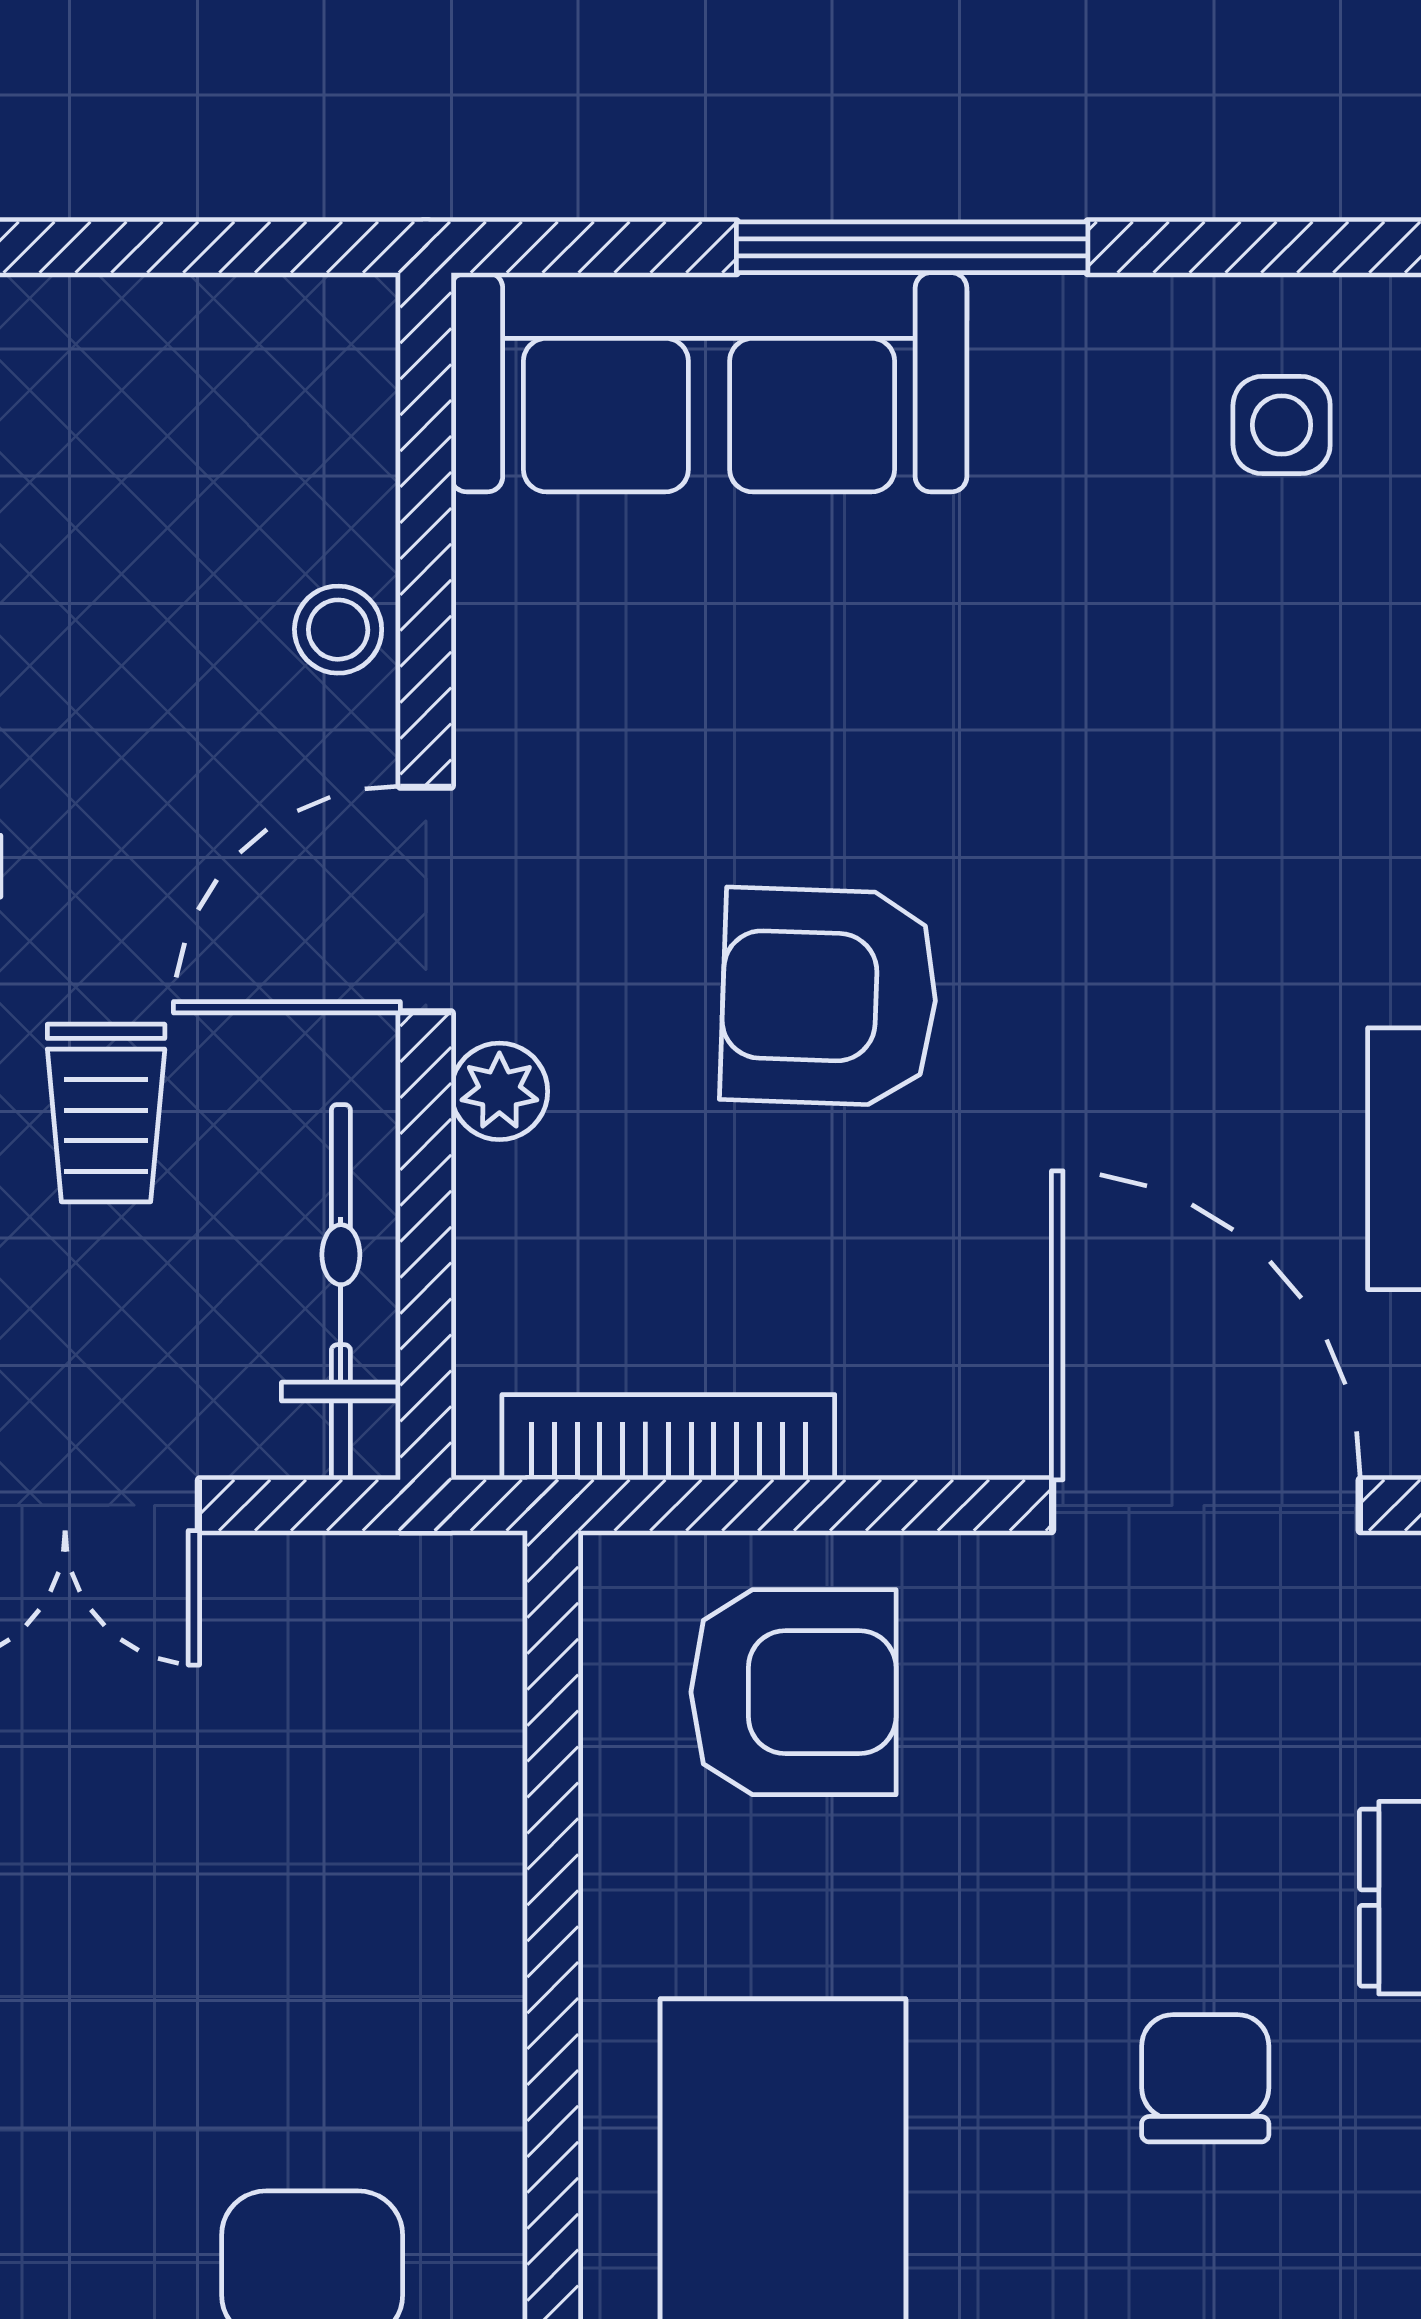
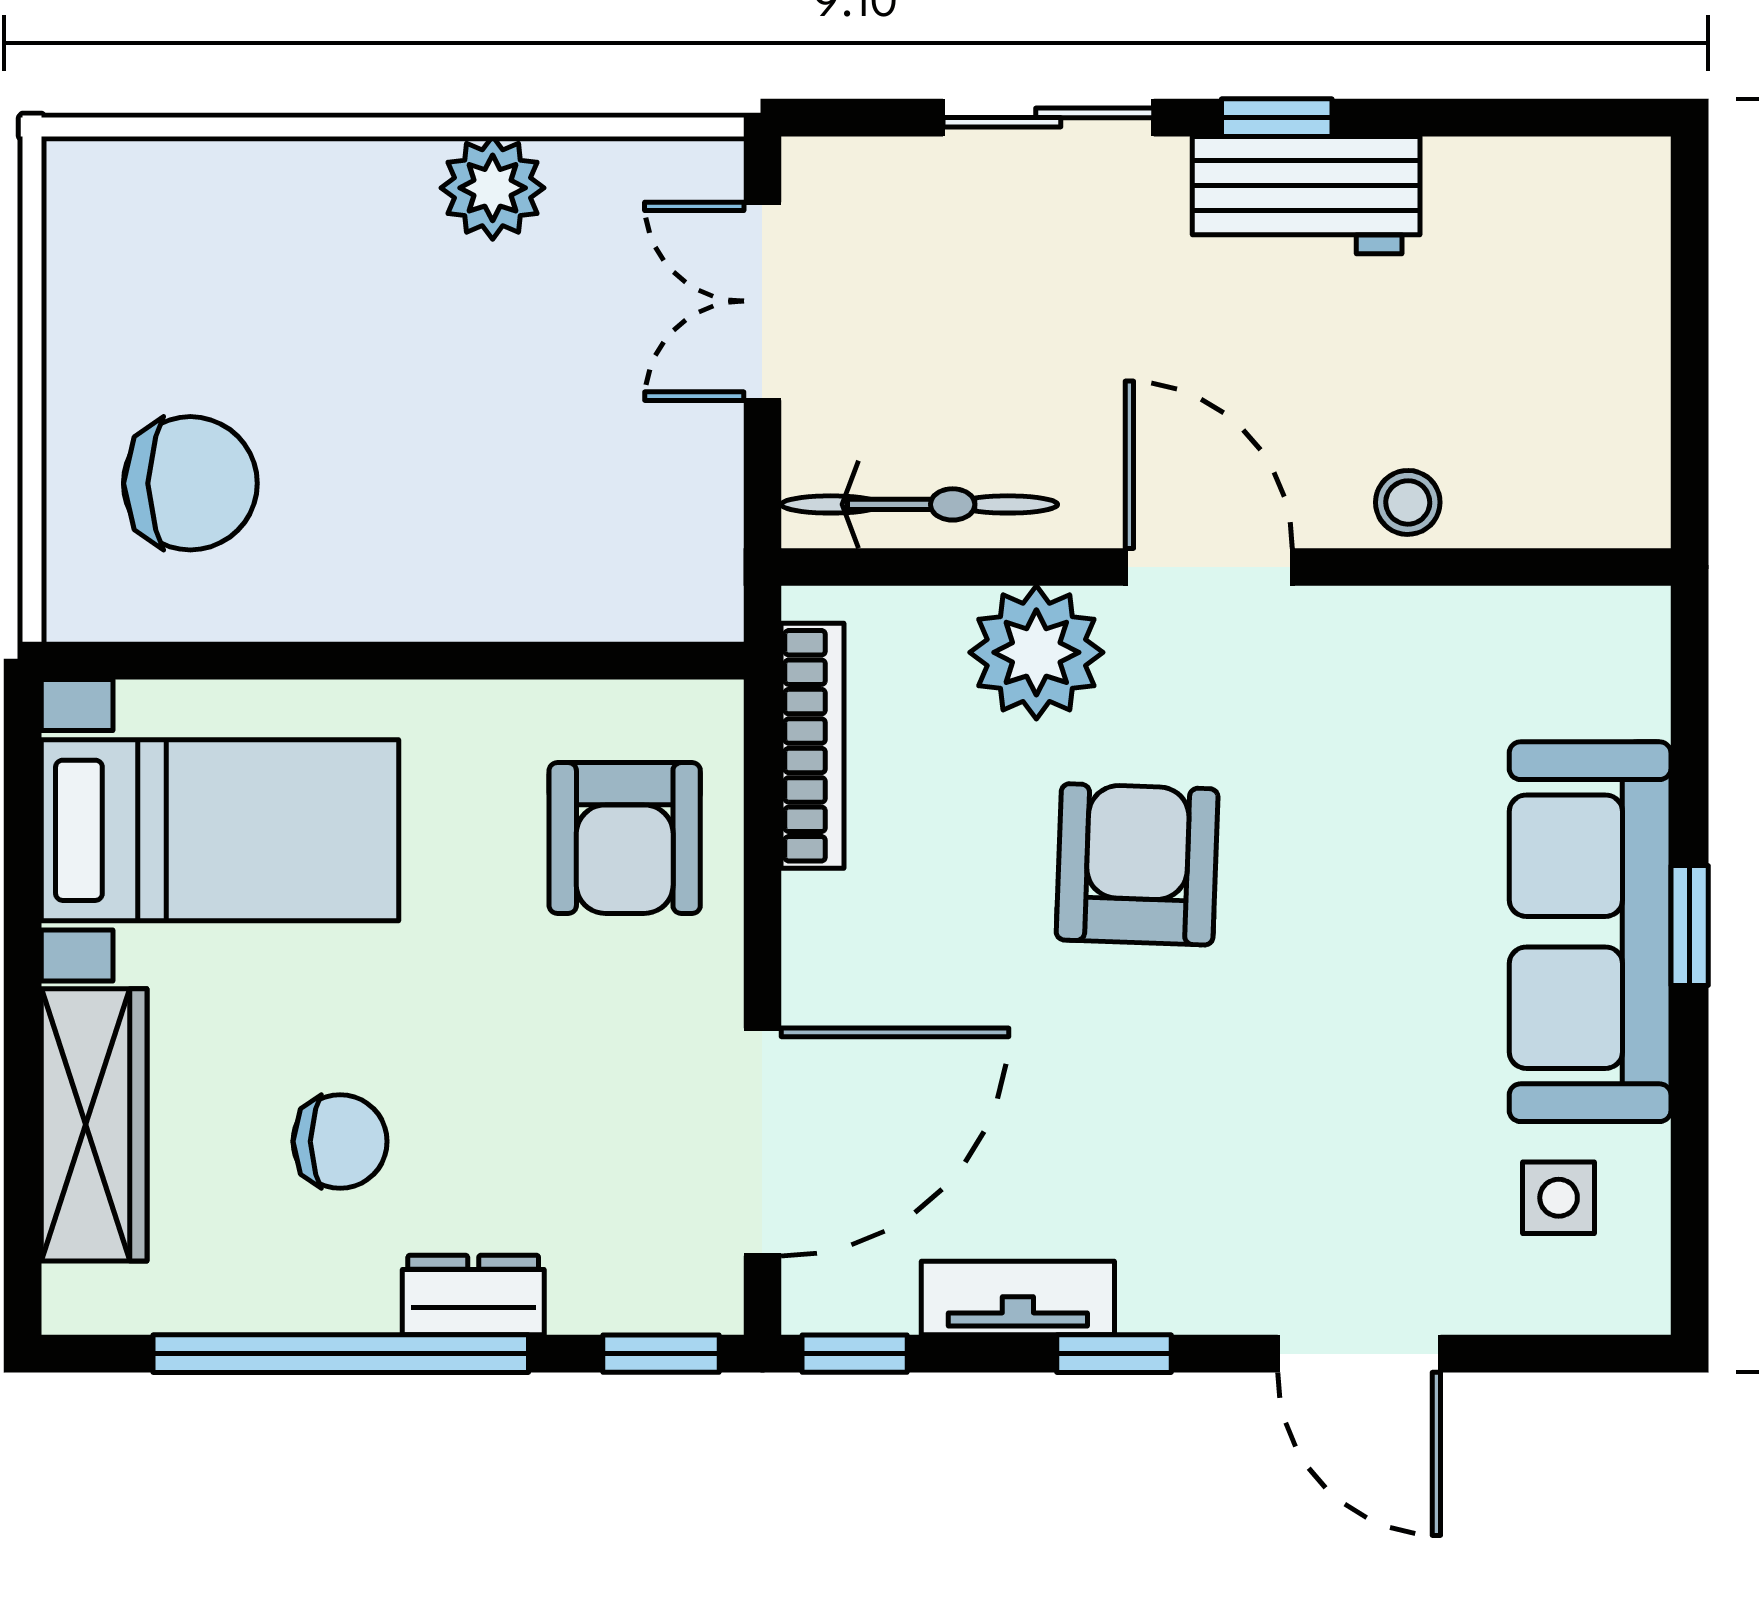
window: (912, 247) -> (1690, 926), width x0.46
sofa: (709, 382) -> (1590, 932), moved
plant: (499, 1091) -> (1036, 652), width x1.88, depth x1.88
trolley: (106, 1113) -> (1051, 331), removed

